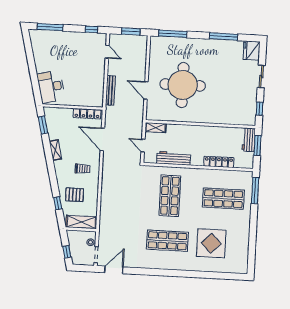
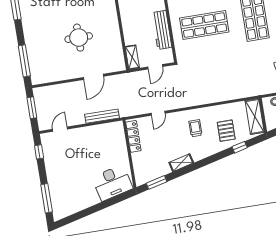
round table: (183, 85) -> (79, 38), width x0.54, depth x0.54
door: (102, 139) -> (158, 113), width x0.53

